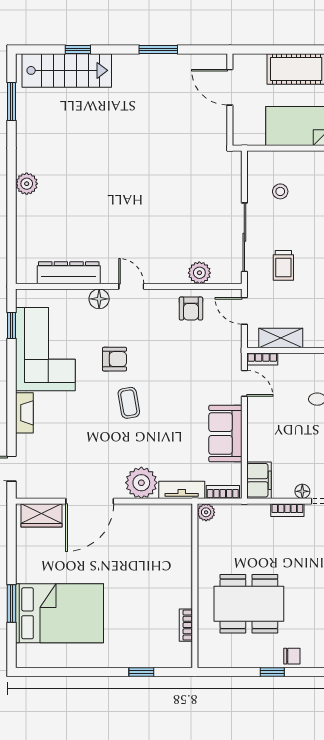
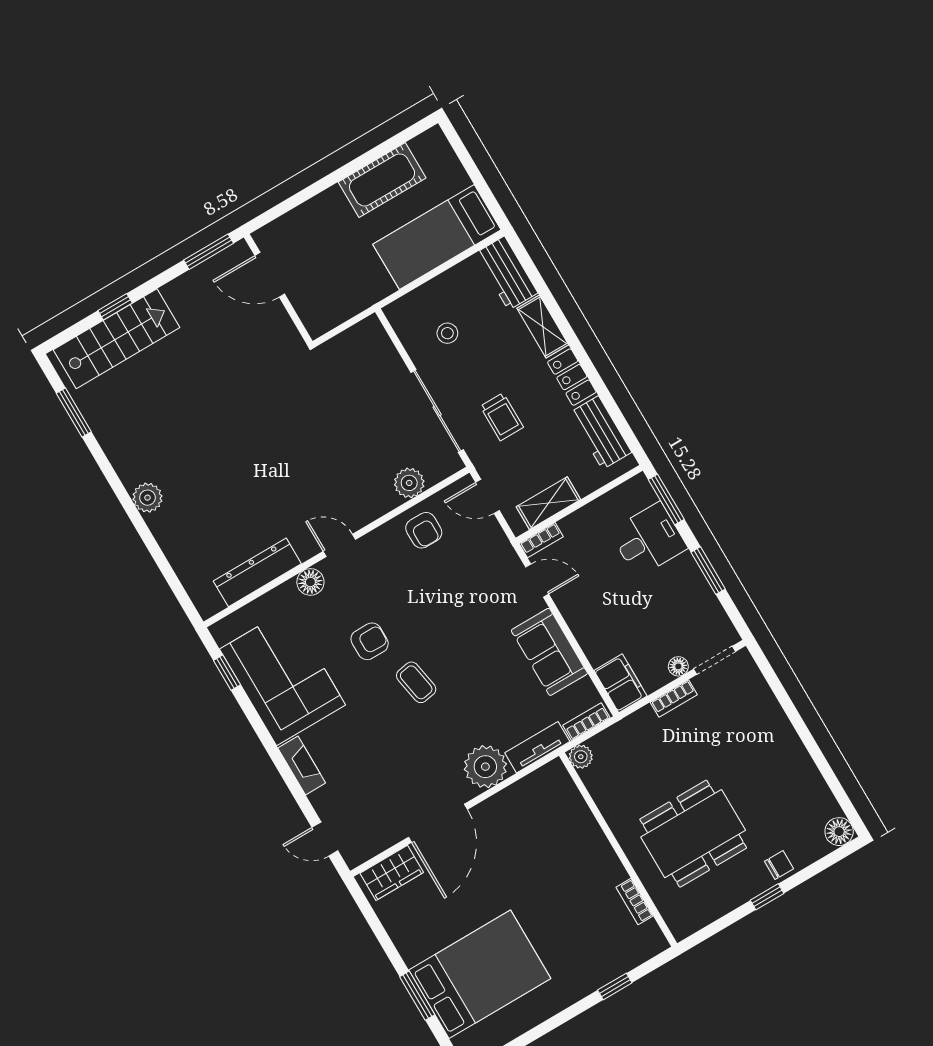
door: (230, 87) -> (270, 275), moved
wall: (230, 100) -> (278, 289), moved

